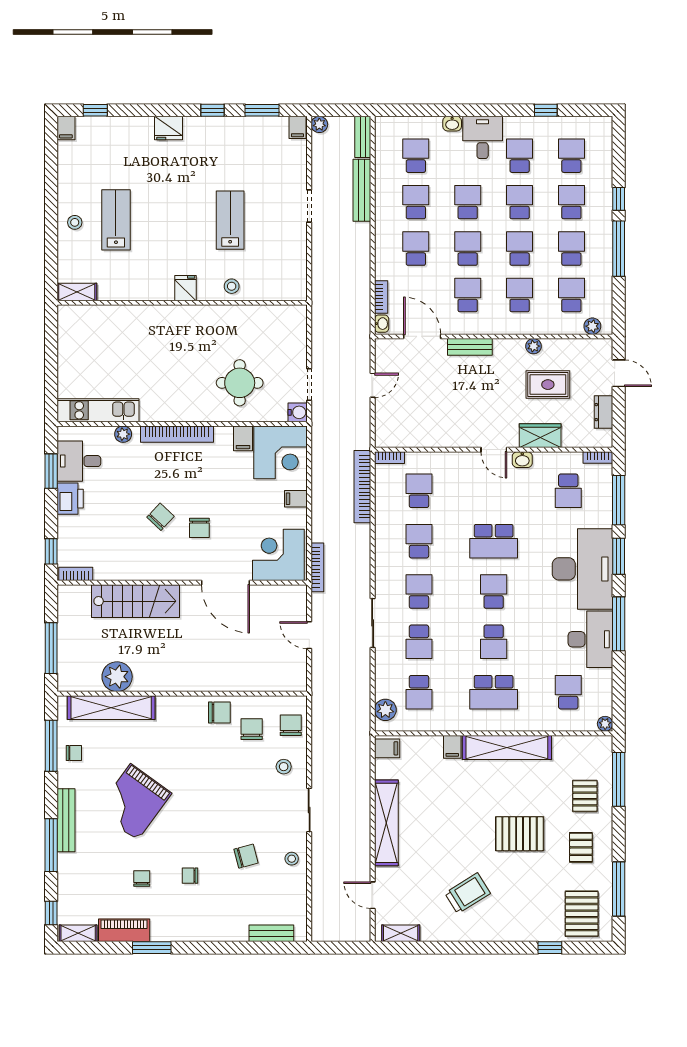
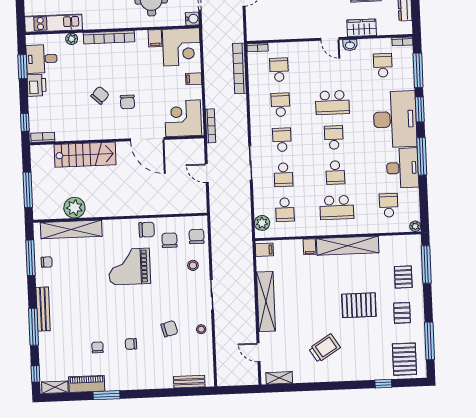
school desk: (568, 491) -> (383, 65), turned 180
grand piano: (134, 802) -> (129, 267), moved, turned 54

